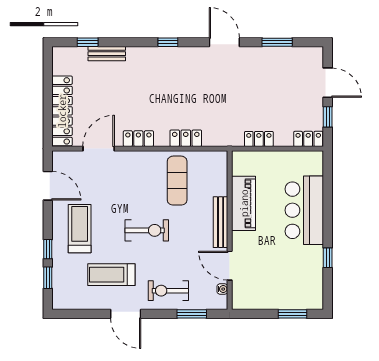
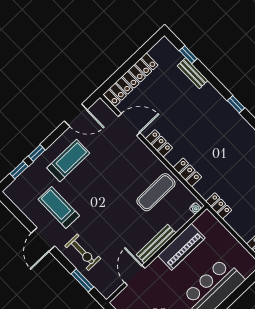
locker: (259, 139) -> (219, 206), moved
door: (48, 186) -> (76, 115), hinge flipped
exercise bike: (147, 230) -> (107, 203), removed
water cooler: (222, 289) -> (195, 208), moved
exercise bike: (168, 291) -> (83, 252), turned 180

